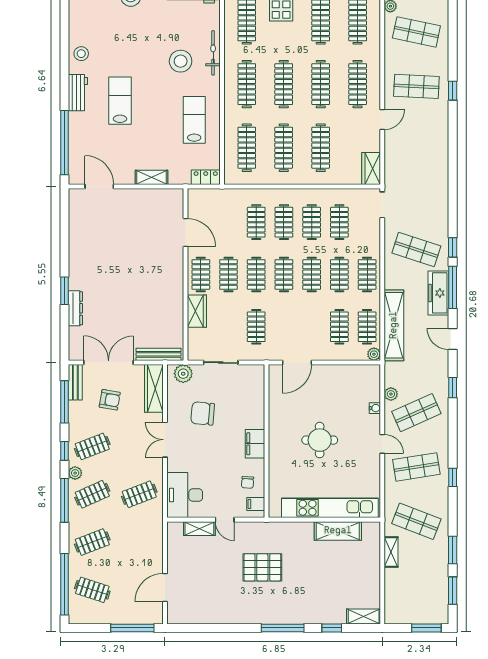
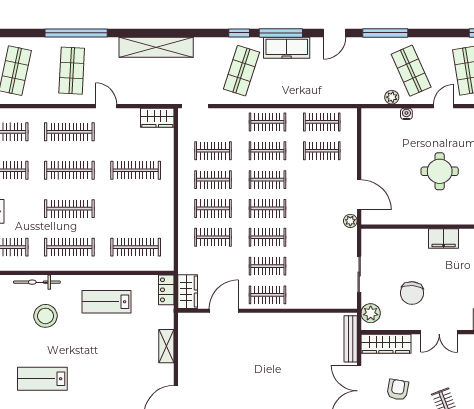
window: (453, 91) -> (76, 33), width x3.17
lab bench: (120, 101) -> (42, 379), moved
clothes rail: (284, 148) -> (136, 209), removed
wardrobe: (197, 311) -> (188, 292), moved, turned 90
shelving: (394, 325) -> (156, 47), moved
clothes rail: (256, 327) -> (322, 237), removed
plant: (374, 354) -> (350, 221), moved
window: (453, 388) -> (385, 33), width x2.17

